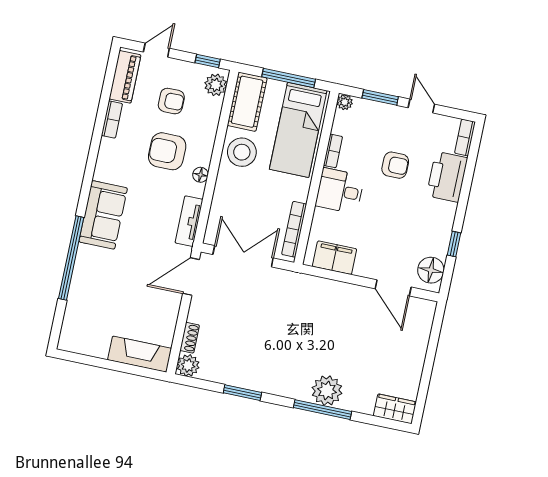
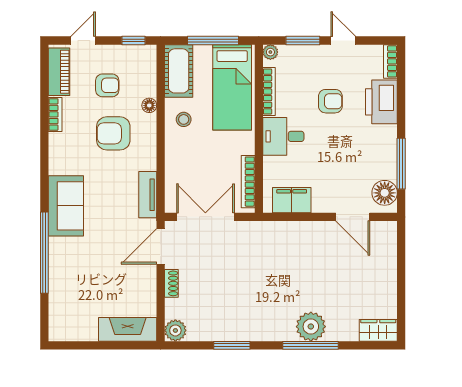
plant: (216, 85) -> (146, 61), removed
bookcase: (333, 151) -> (269, 92), width x1.56
stool: (242, 152) -> (184, 119), width x0.53, depth x0.53
floor lamp: (200, 175) -> (149, 105), moved
window: (454, 244) -> (401, 164), width x2.17
shoe rack: (190, 338) -> (171, 283), moved

